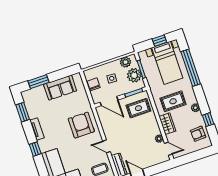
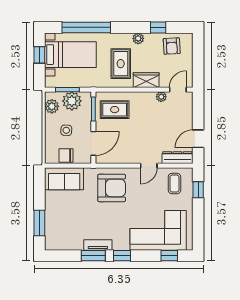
sofa: (60, 88) -> (64, 179), moved, turned 90
rug: (138, 108) -> (115, 110), turned 90
window: (23, 112) -> (93, 256), moved
armchair: (81, 125) -> (112, 188), turned 180

